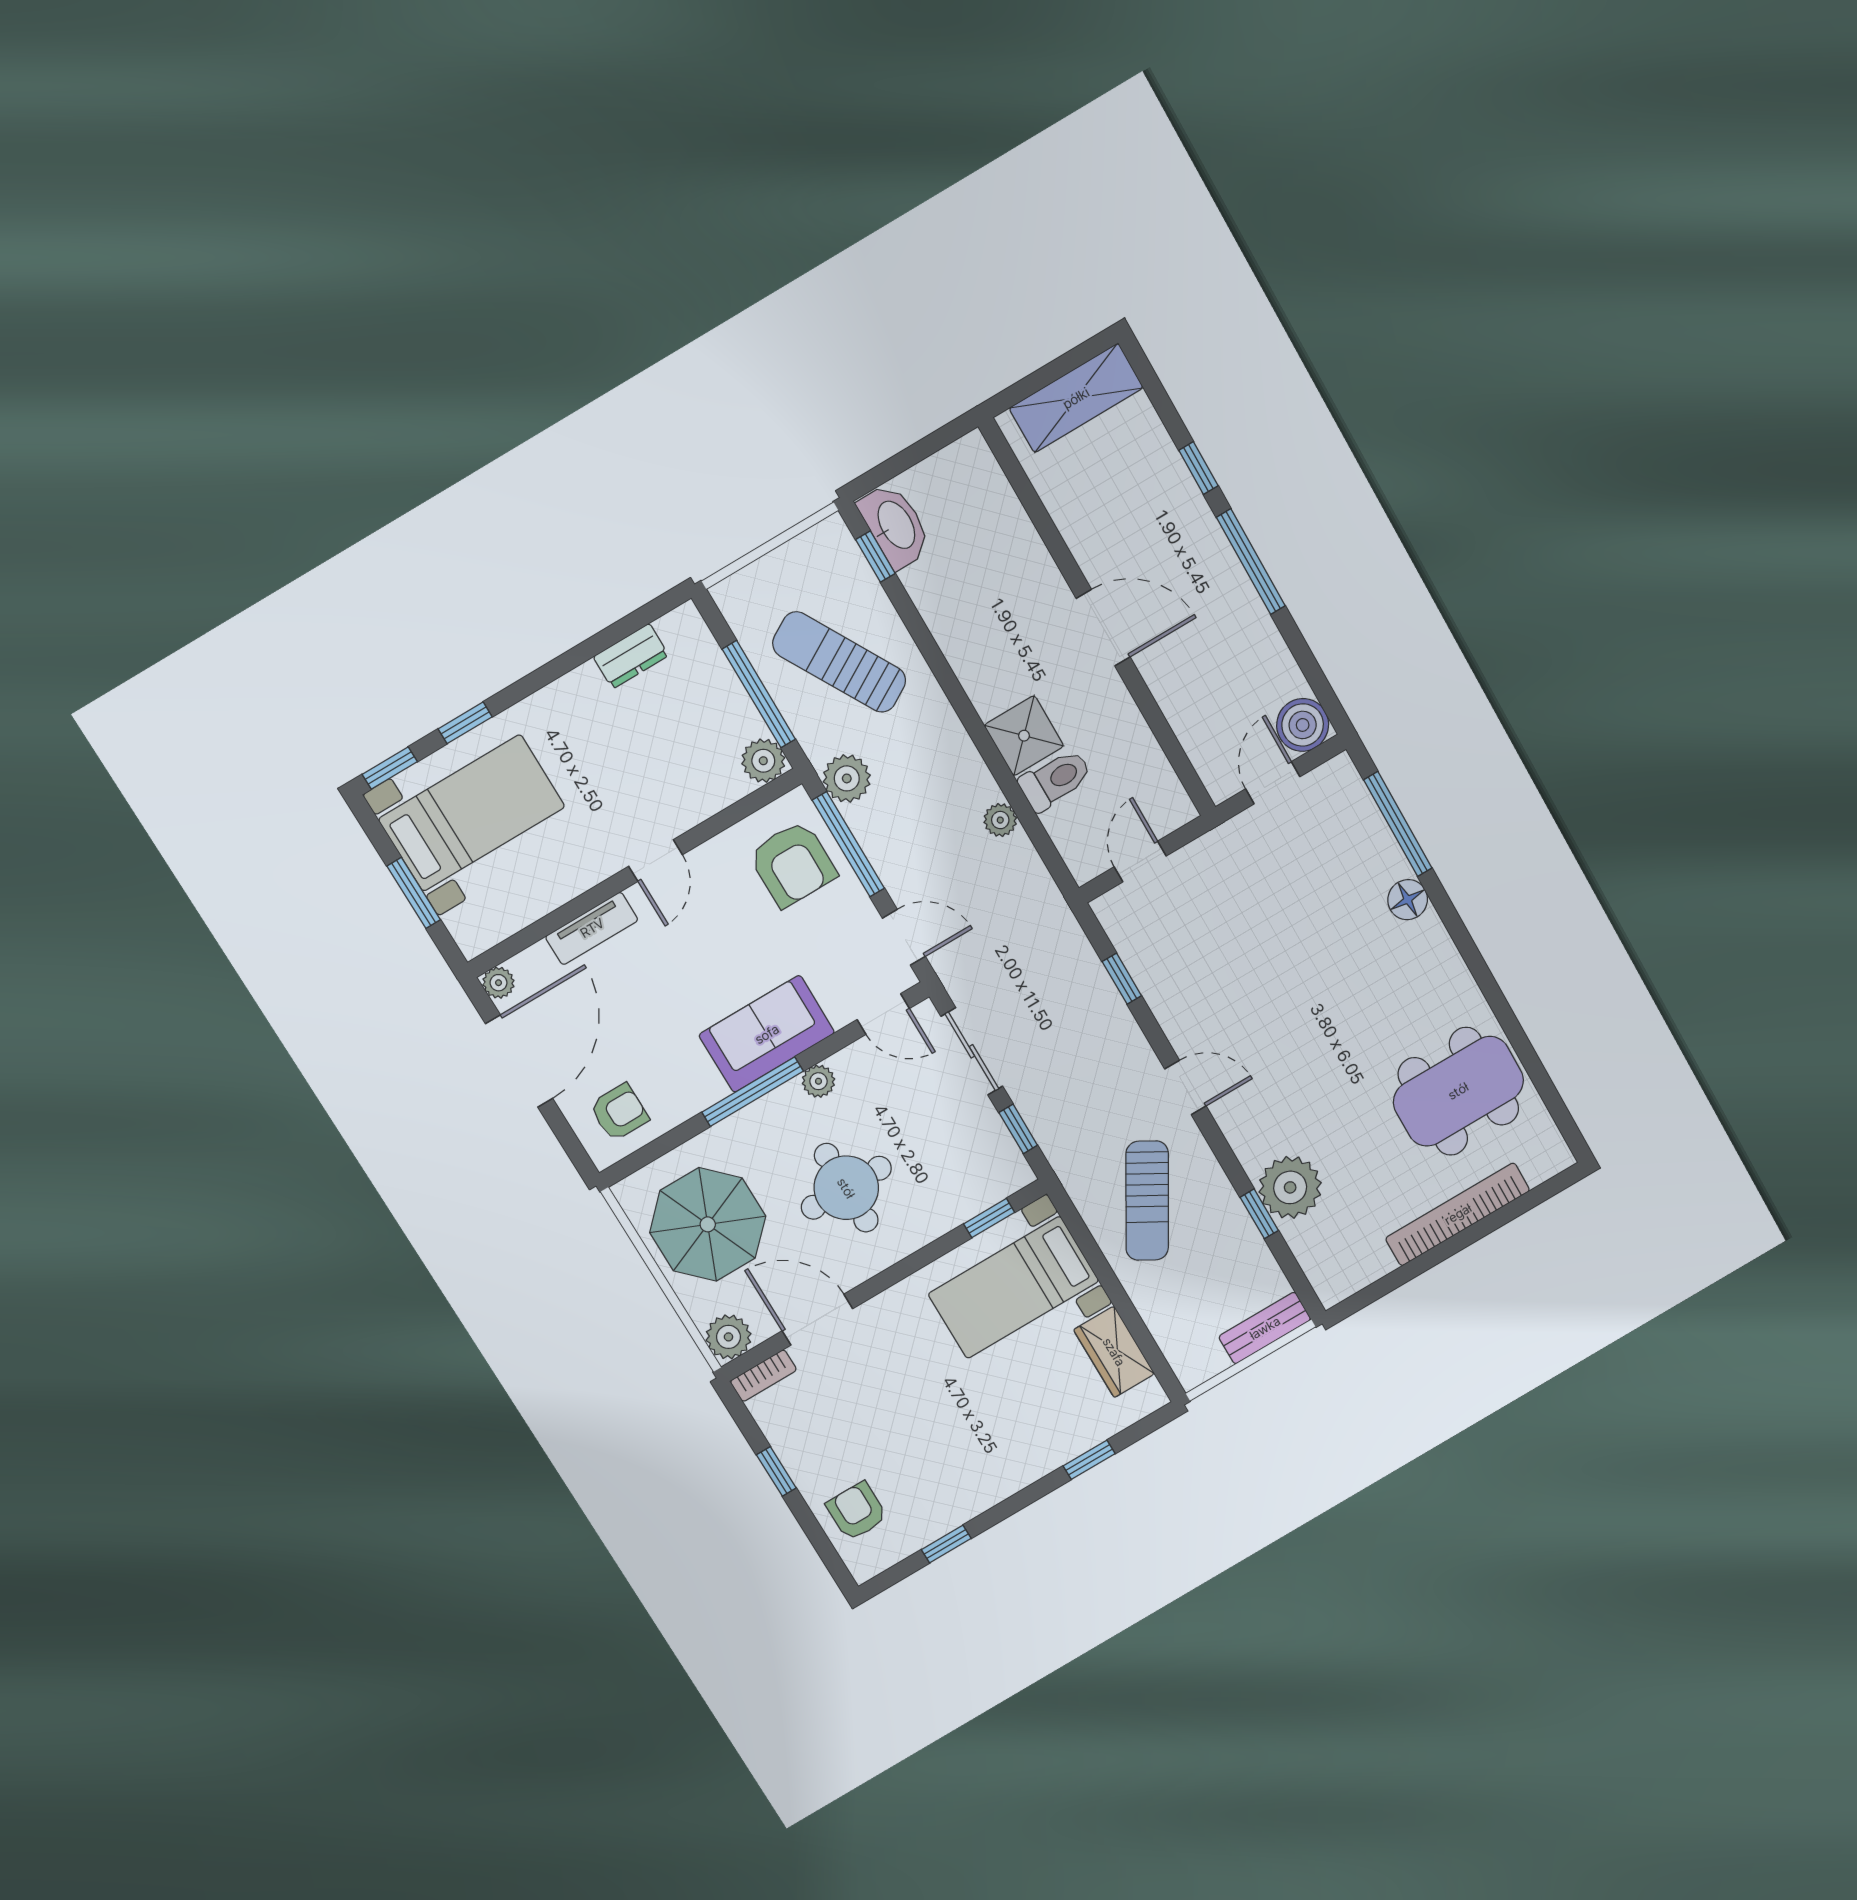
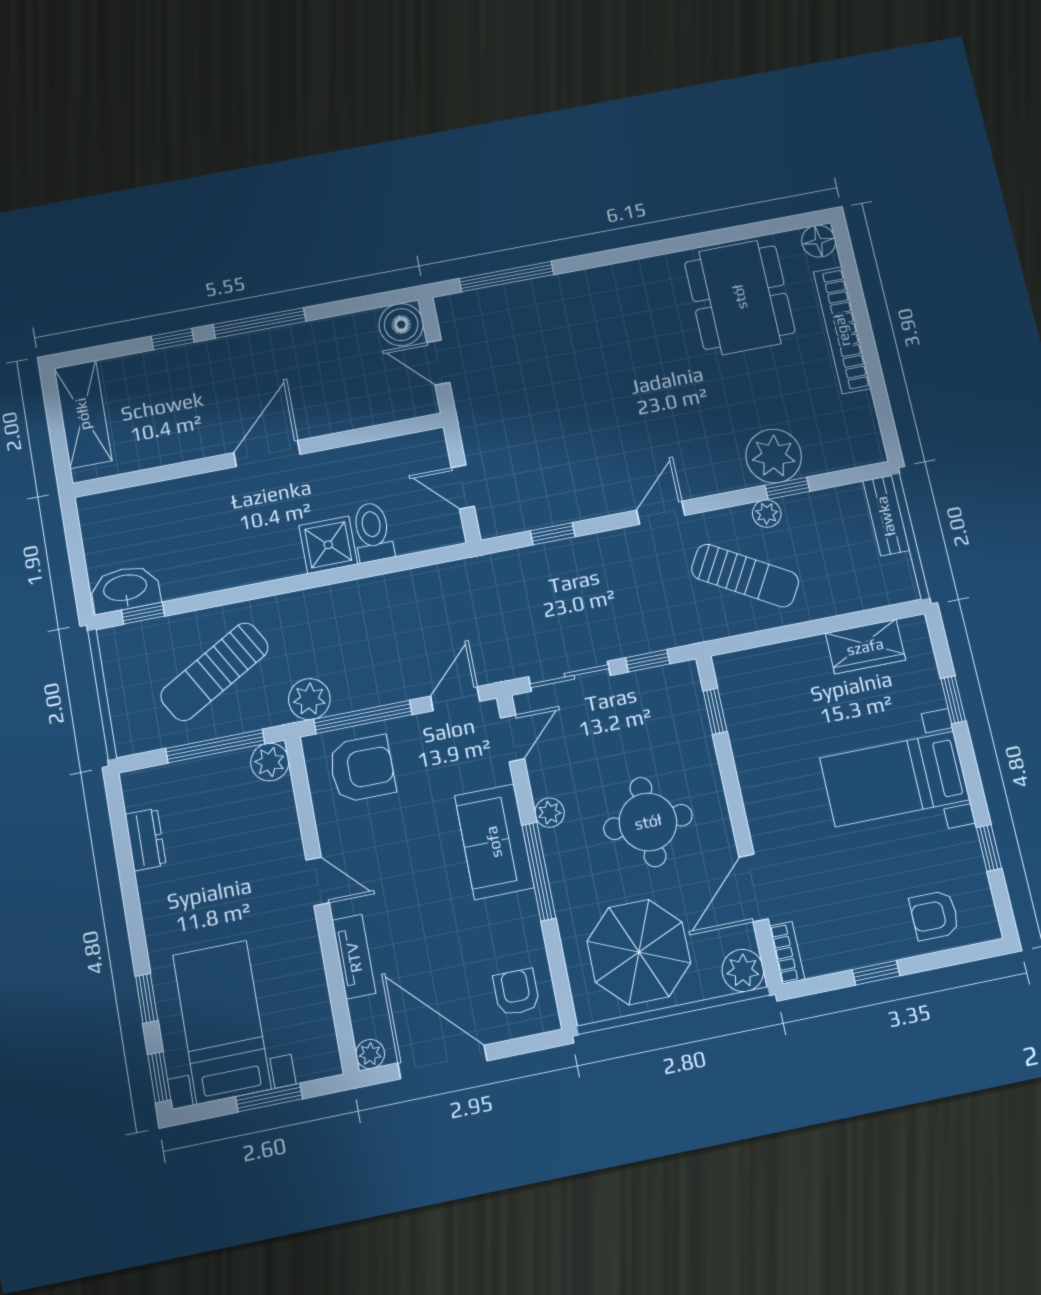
plant: (1000, 820) -> (767, 514), moved
floor lamp: (1408, 900) -> (819, 241), moved
bed with nightstands: (1014, 1287) -> (895, 779), moved, turned 90

